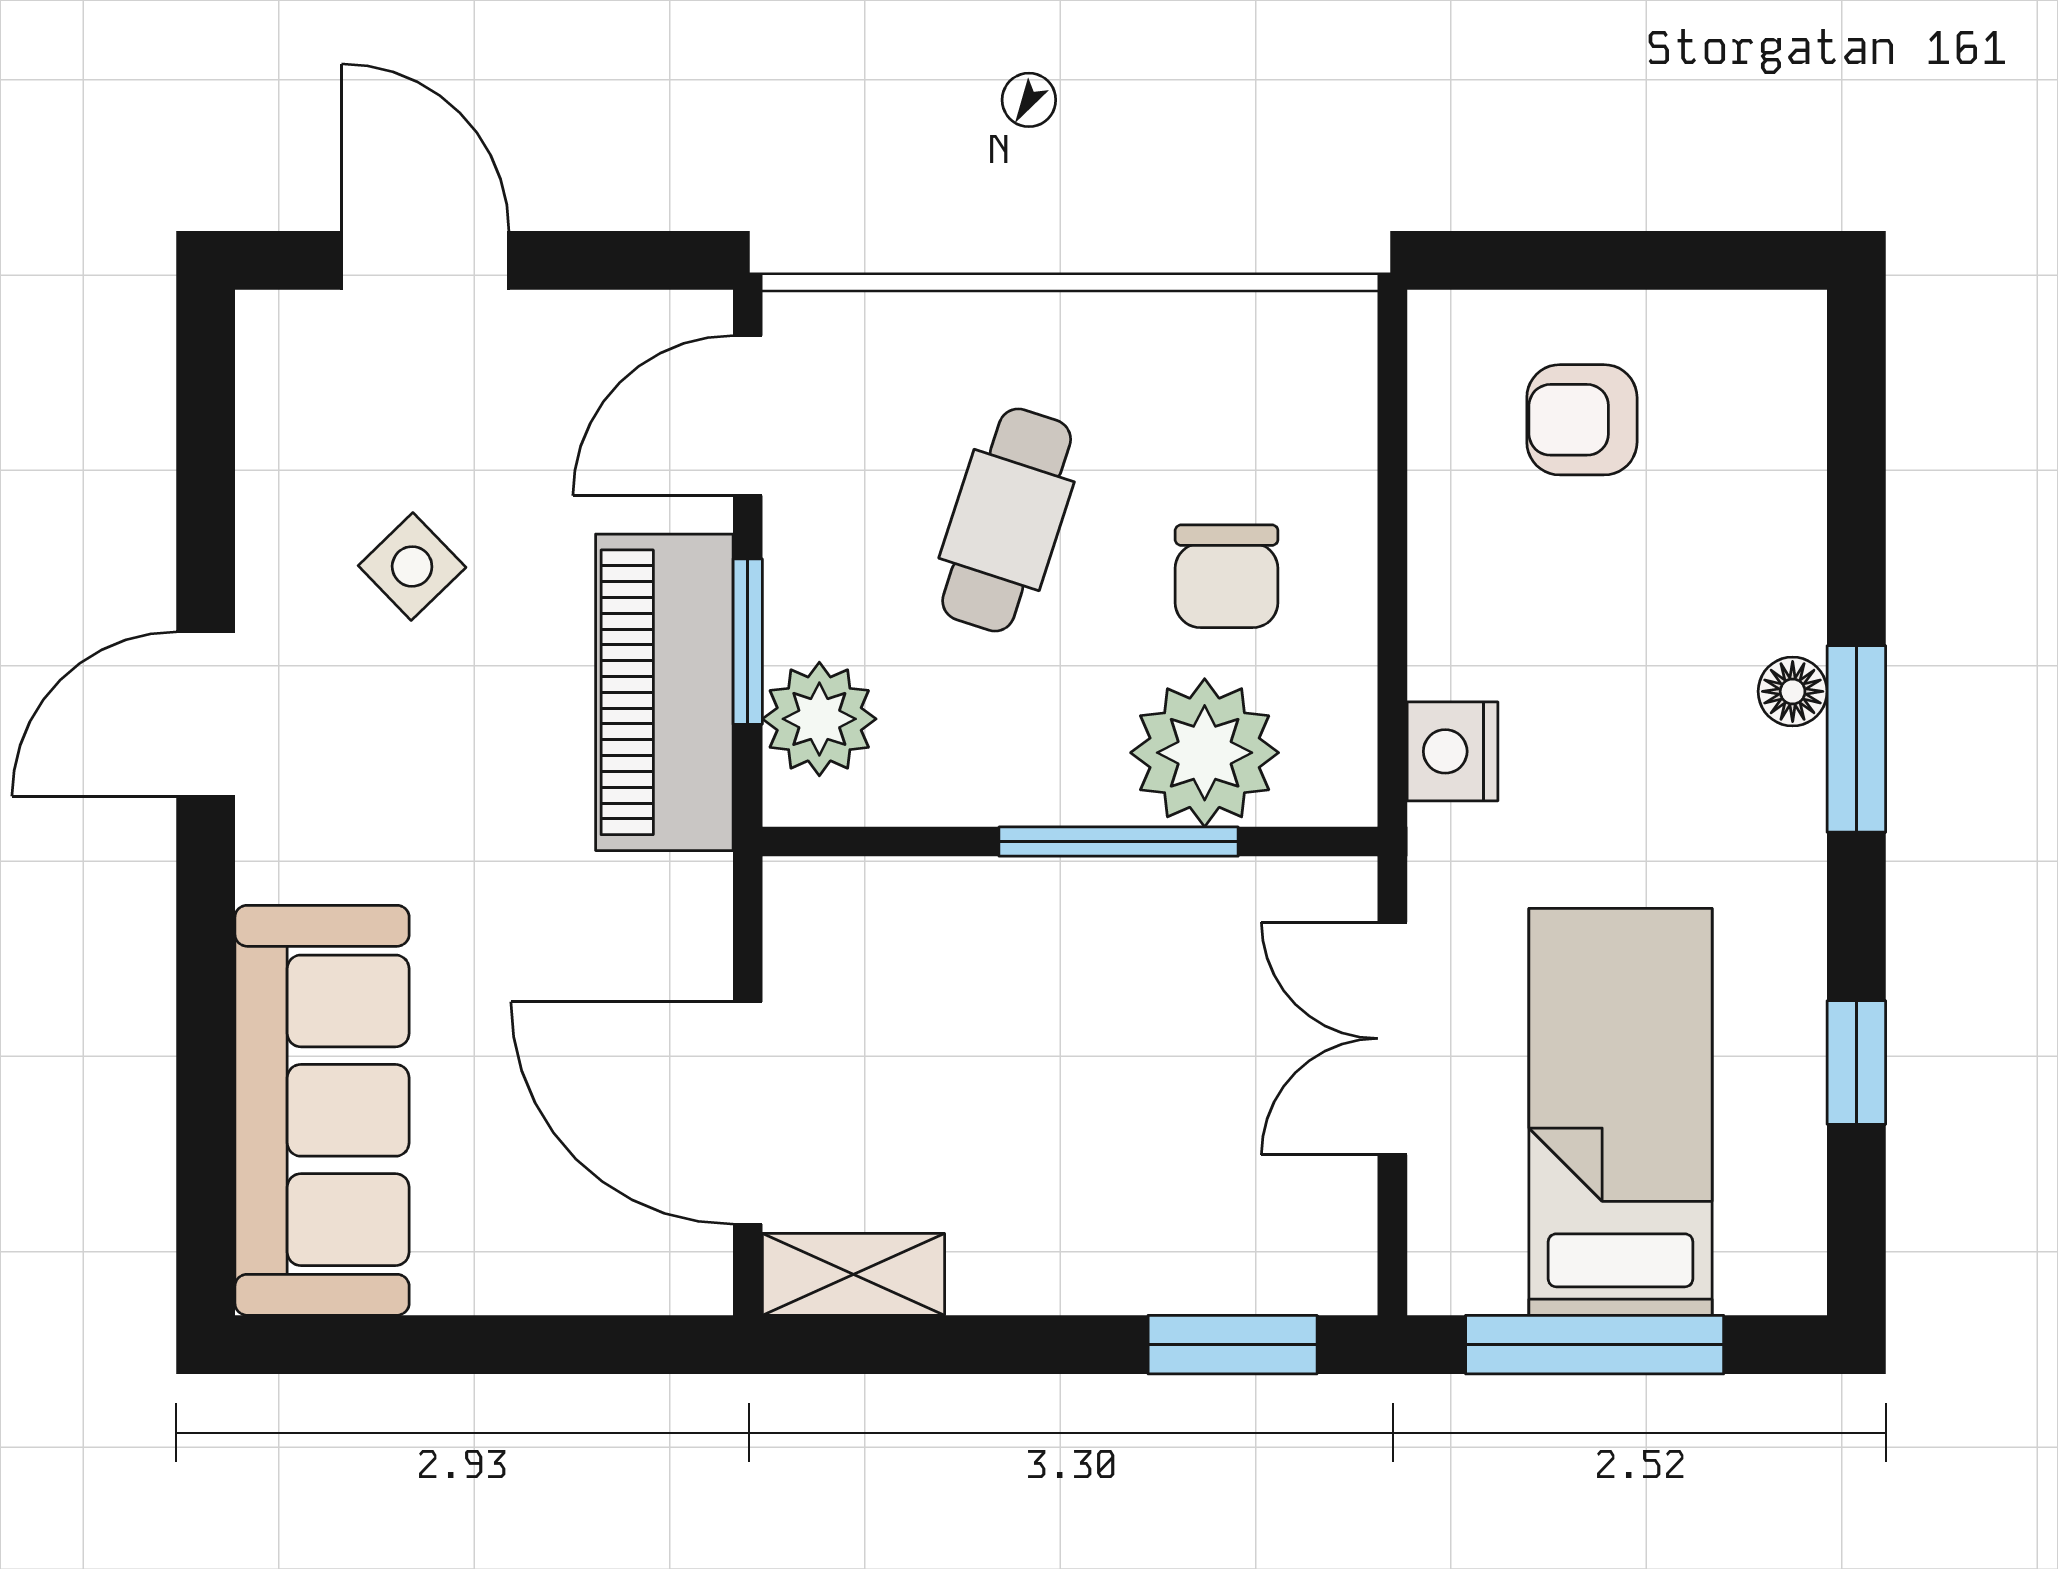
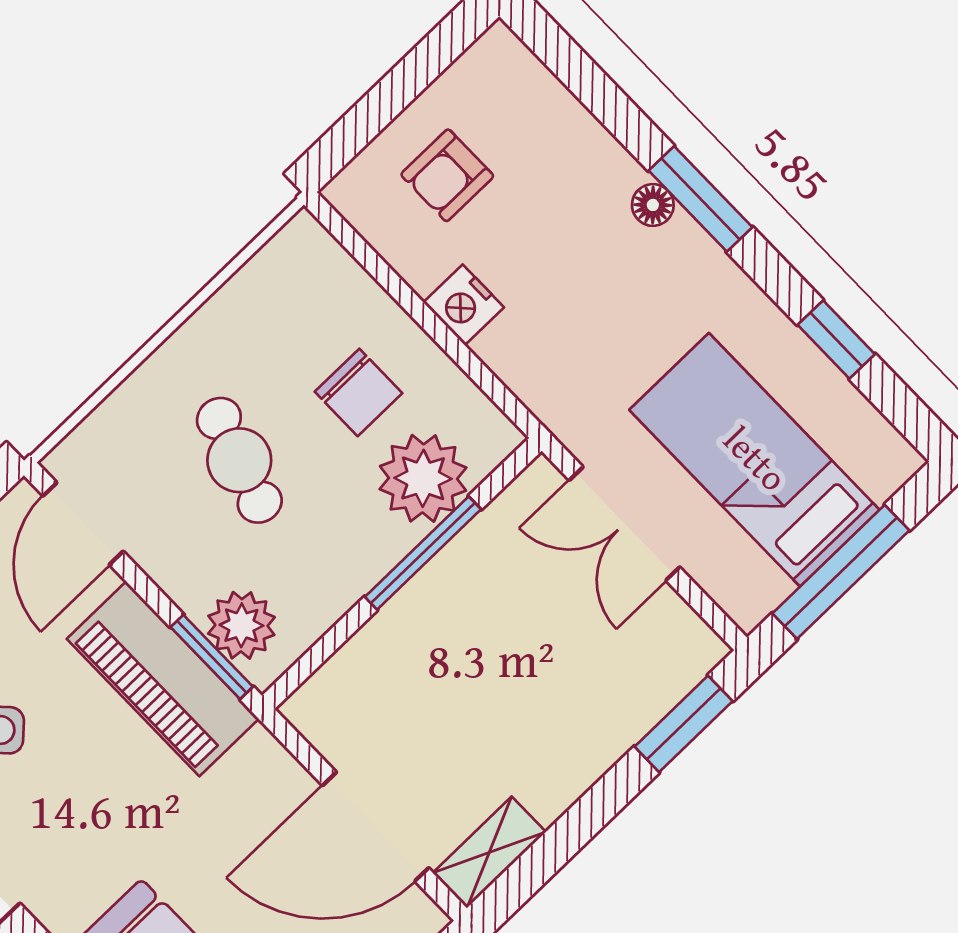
window: (748, 642) -> (212, 657), moved
nightstand: (1453, 751) -> (464, 305), moved

